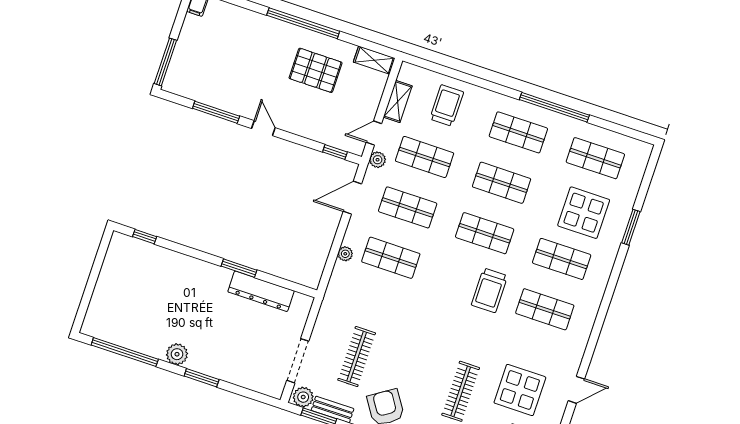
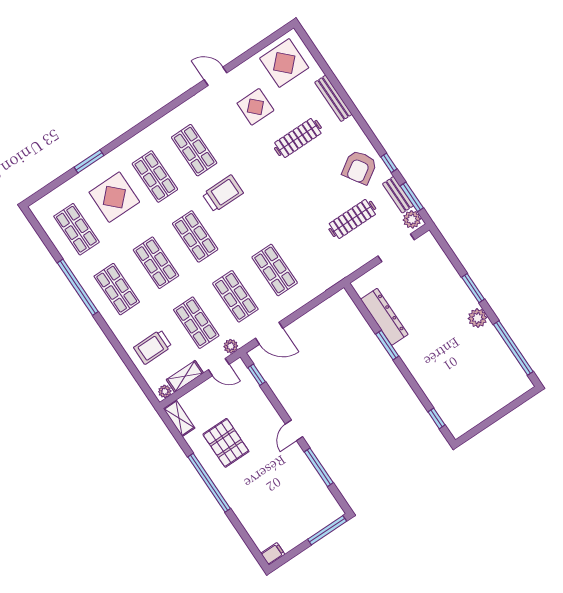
plant: (345, 254) -> (165, 391), moved
display table: (520, 390) -> (255, 107), width x0.73, depth x0.73

